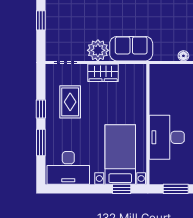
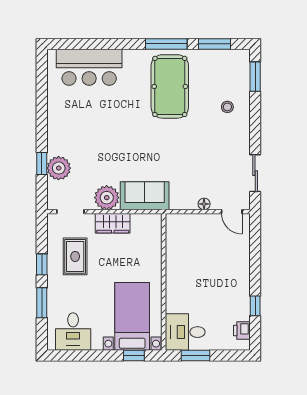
plant: (56, 24) -> (59, 168), added
desk: (167, 137) -> (185, 332), moved, width x0.73
desk: (68, 168) -> (73, 332), width x0.73

